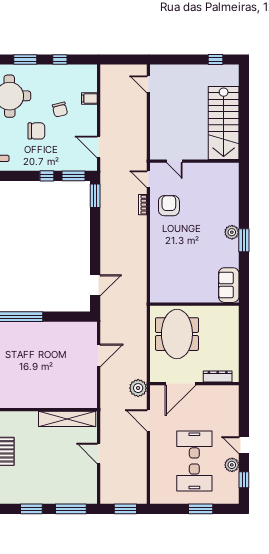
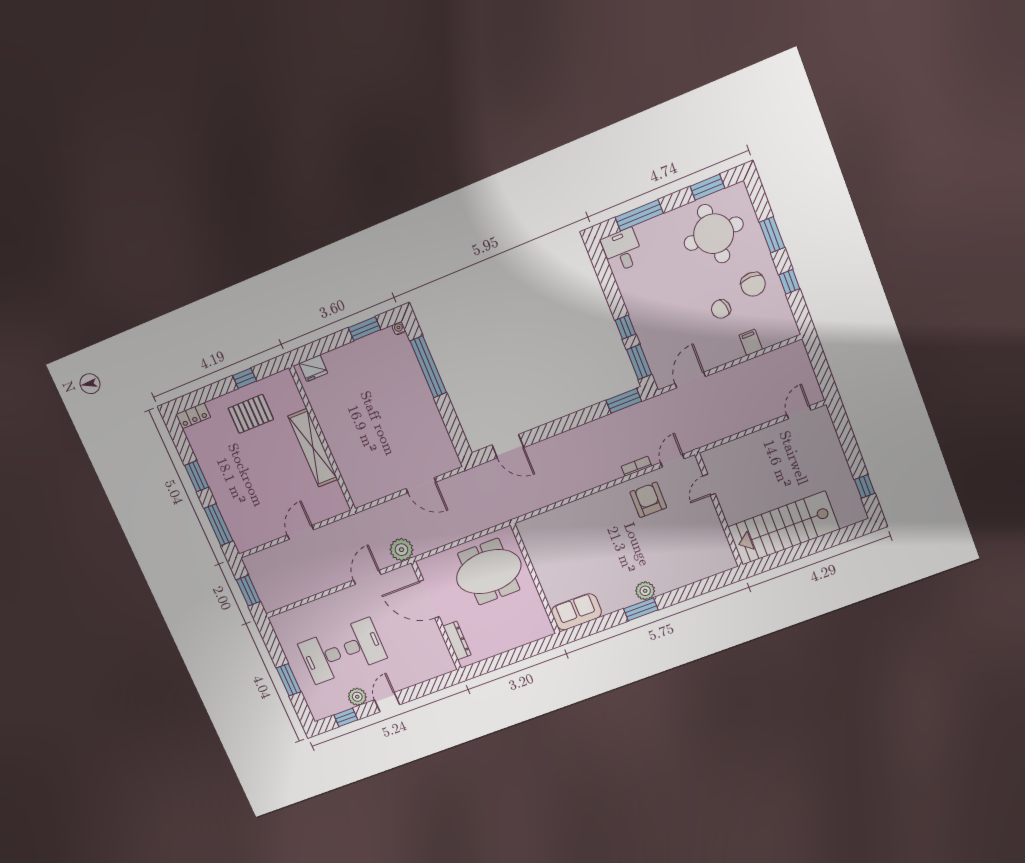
chair: (36, 131) -> (753, 284), moved
armchair: (169, 206) -> (648, 500), turned -90
shelving: (67, 419) -> (313, 448), moved

